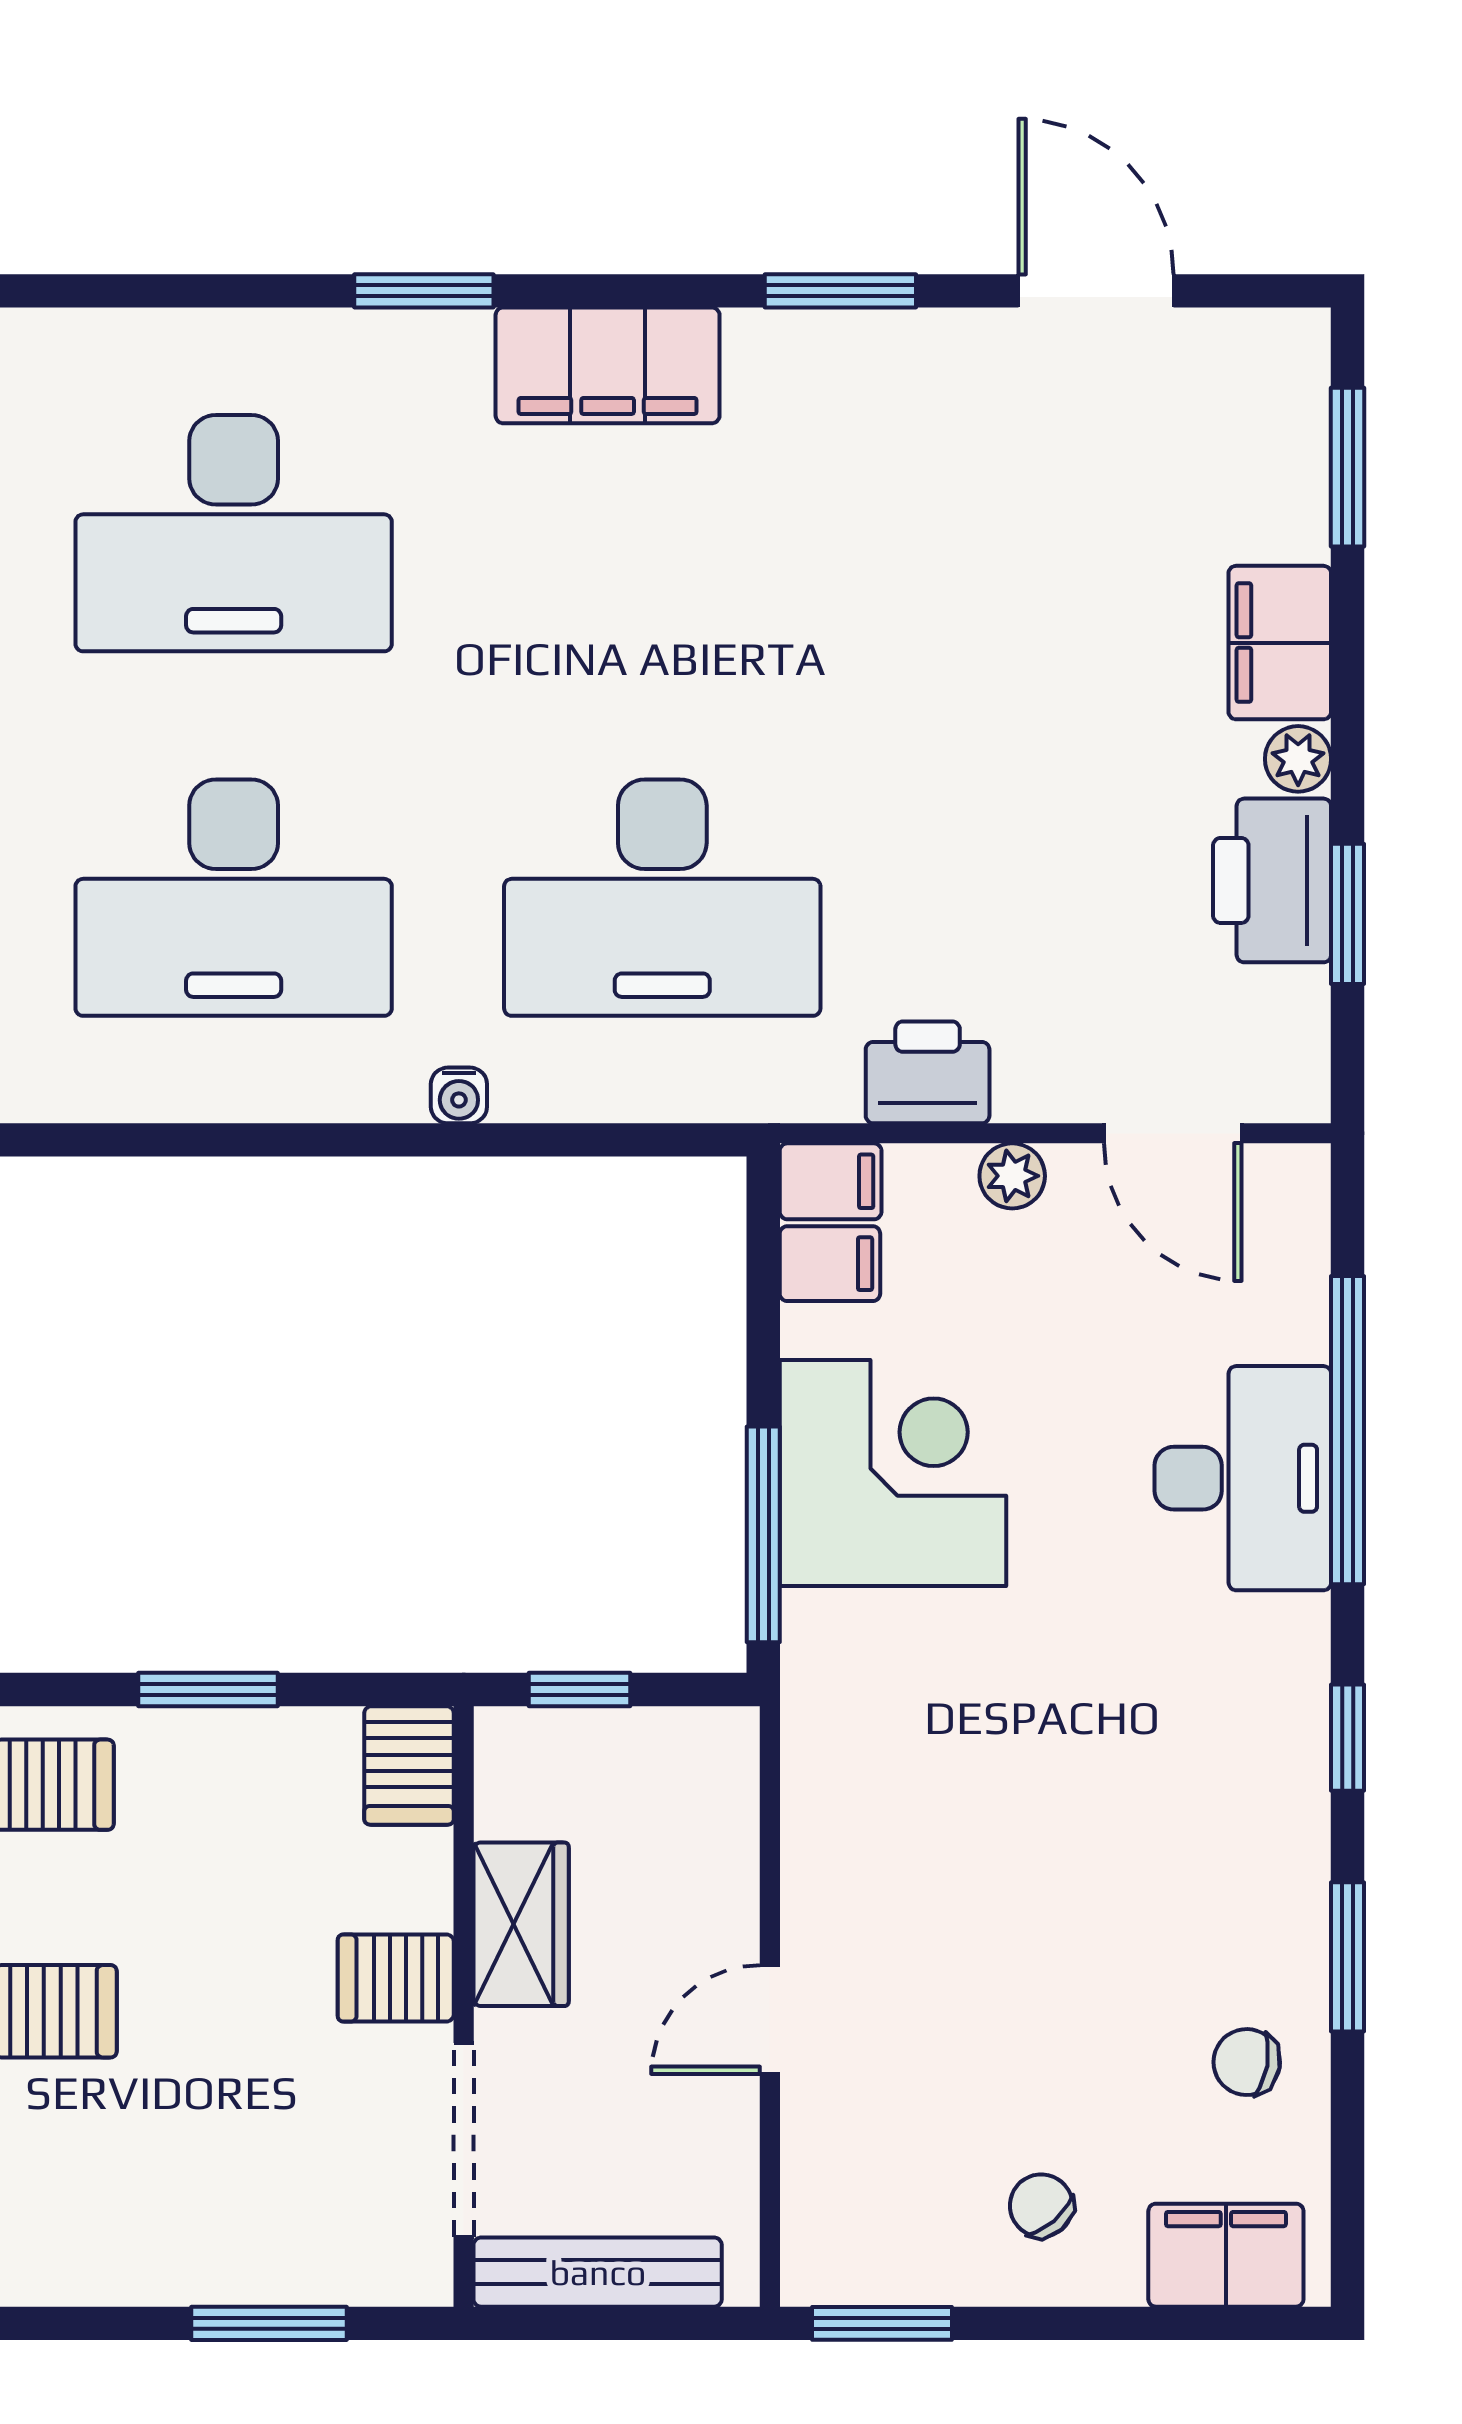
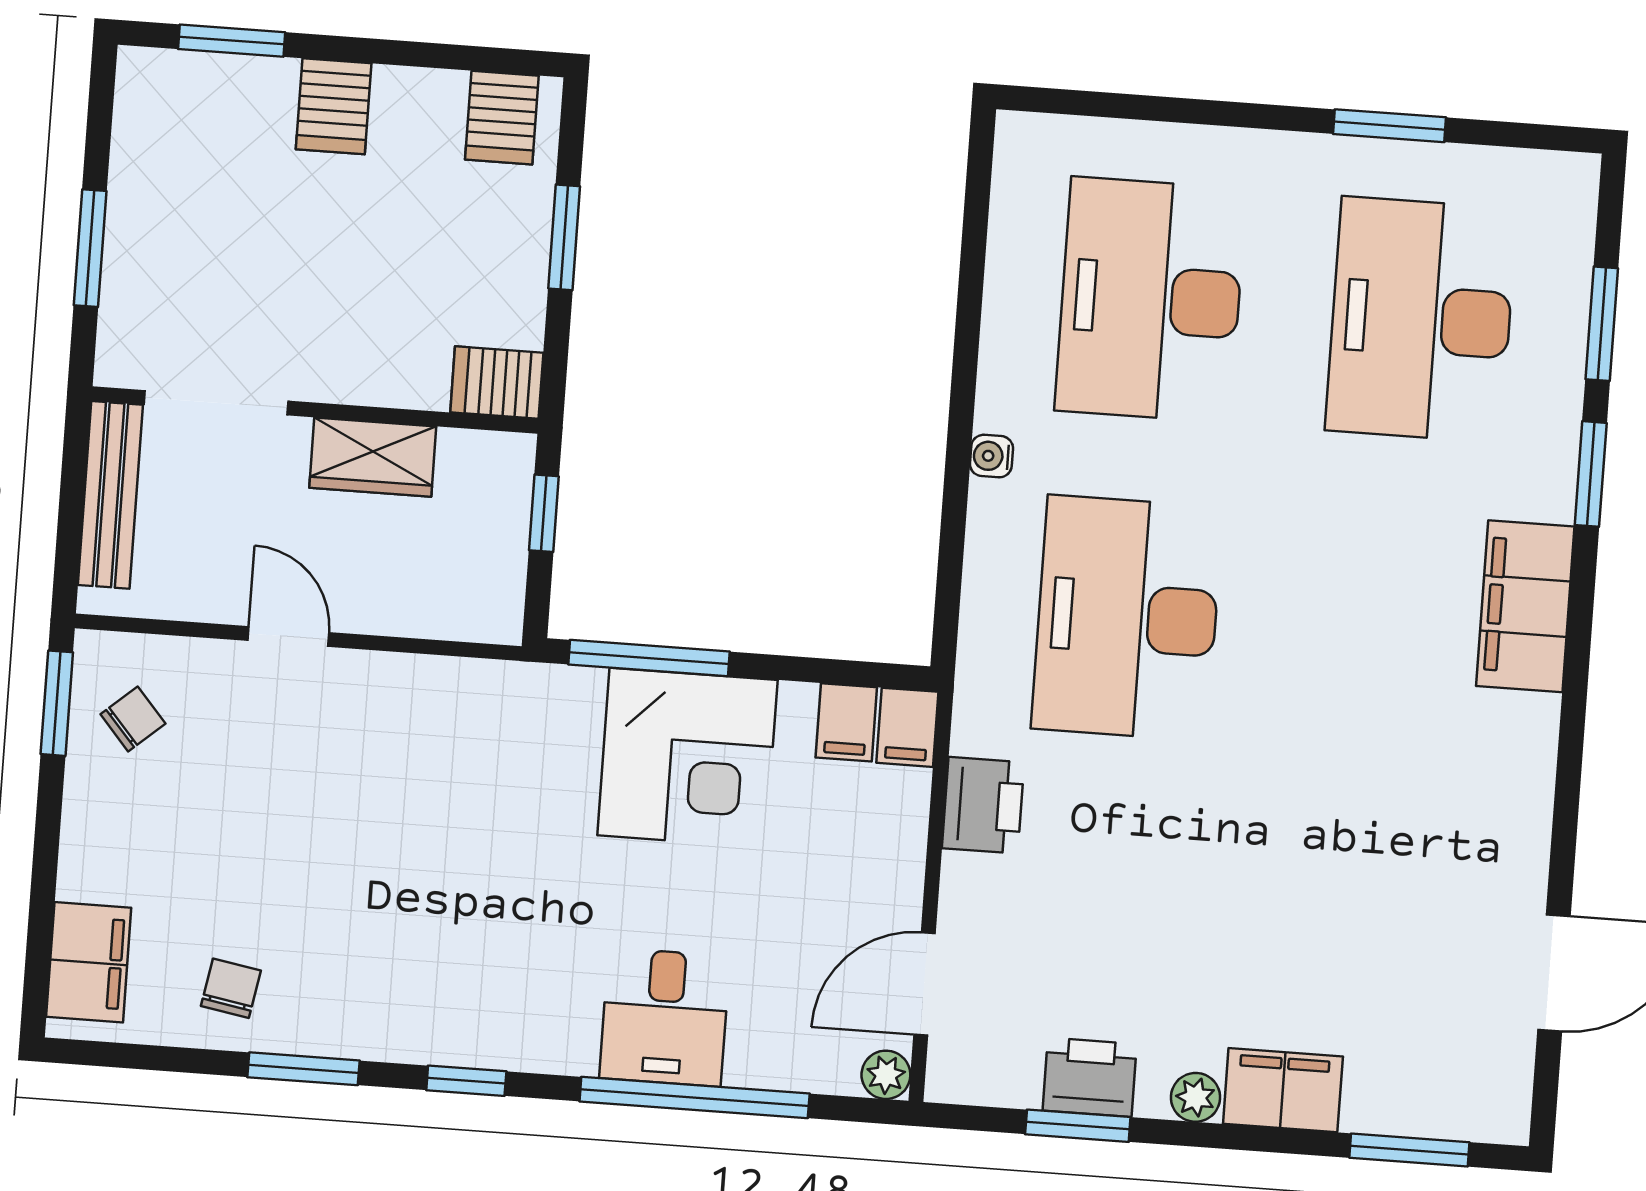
window: (840, 291) -> (1602, 324), moved
printer: (1272, 880) -> (1090, 1077), width x0.73, depth x0.84
plant: (1012, 1176) -> (886, 1075), moved
desk: (1243, 1478) -> (665, 1017), width x0.73
server rack: (396, 1978) -> (340, 361), removed
chair: (1041, 2206) -> (133, 719), moved

